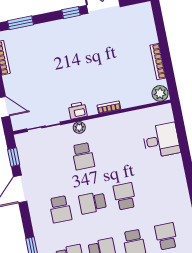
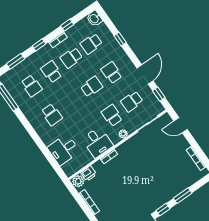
window: (20, 23) -> (183, 196), moved
printer: (78, 110) -> (89, 173), moved
desk: (115, 131) -> (97, 142), added
school desk: (51, 163) -> (132, 101), added
school desk: (125, 196) -> (52, 115), moved

